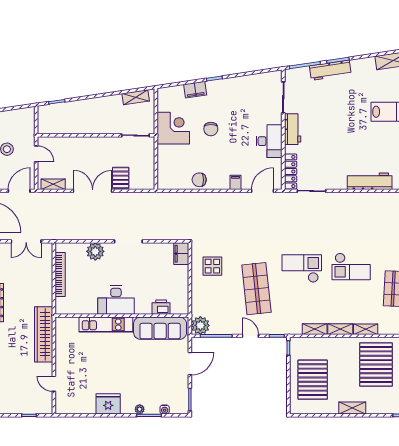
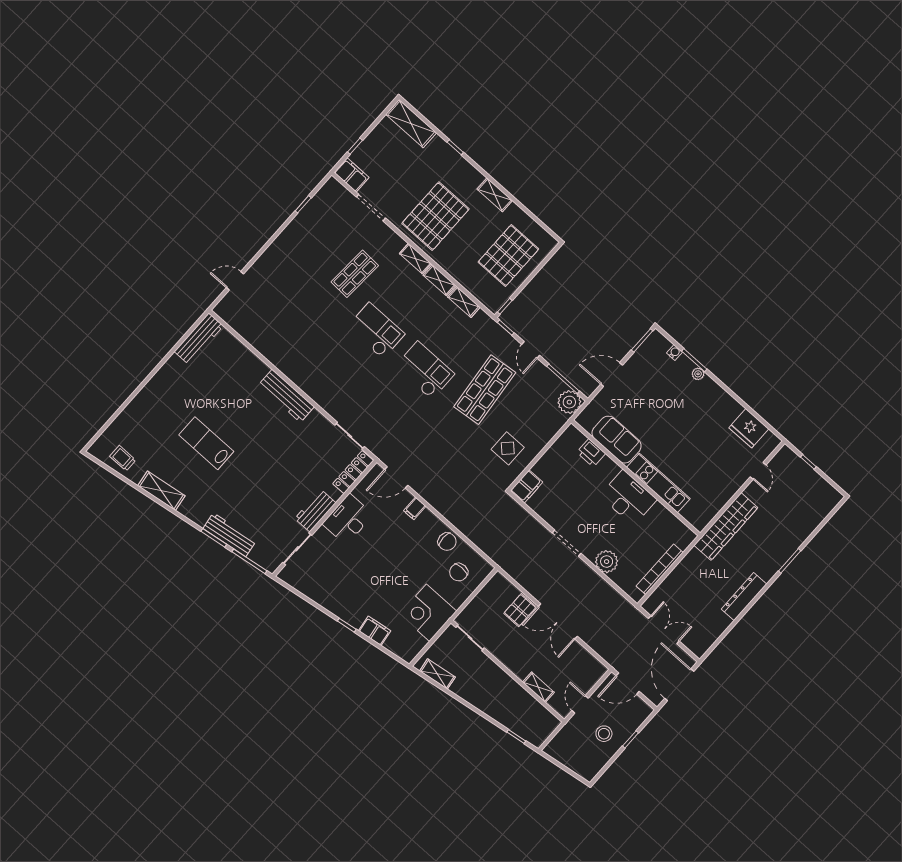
chair: (211, 129) -> (459, 572), moved, turned 180
shelving: (53, 184) -> (538, 687), moved
checkout: (302, 269) -> (425, 370), turned 180
sofa: (160, 328) -> (617, 440), width x0.73
fridge: (108, 404) -> (749, 428), moved

